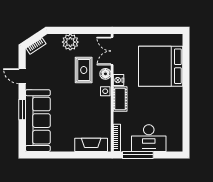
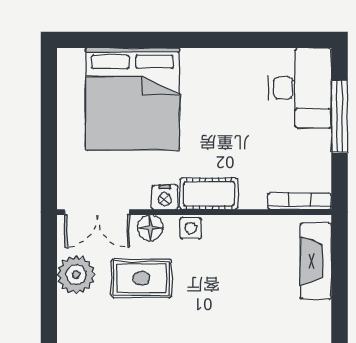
plant: (70, 42) -> (76, 275), moved
desk: (149, 138) -> (300, 88), moved
window: (138, 155) -> (339, 117), moved

